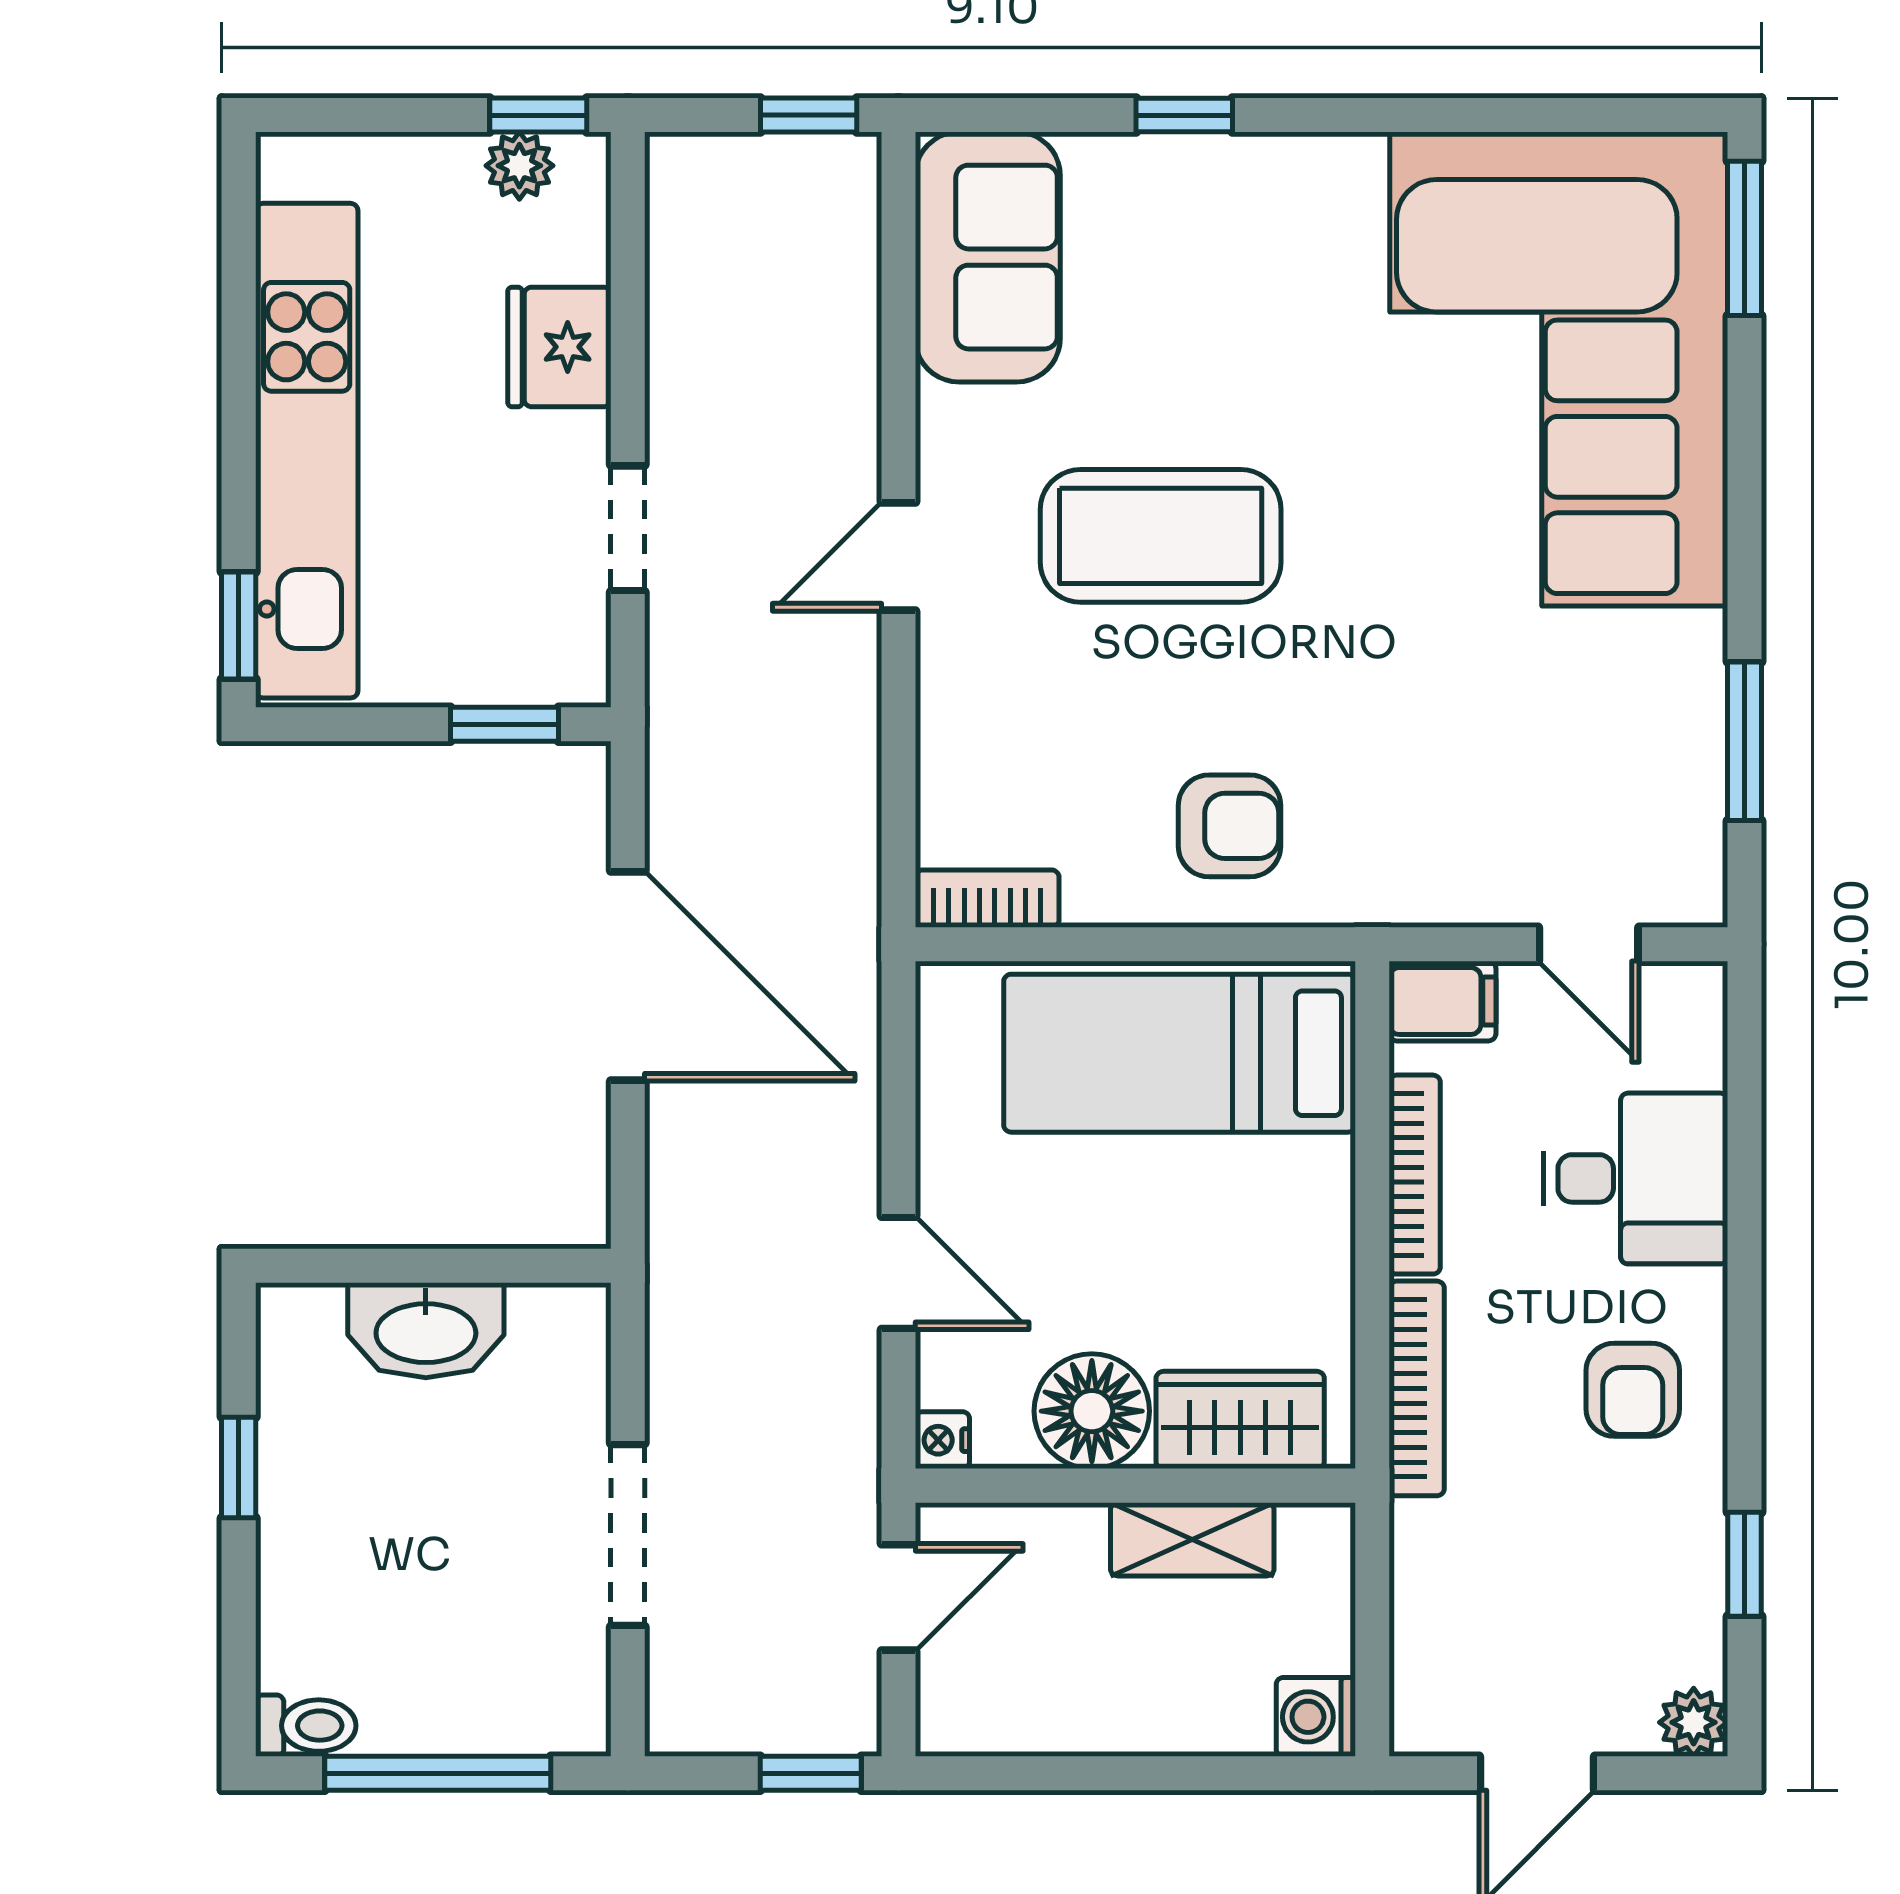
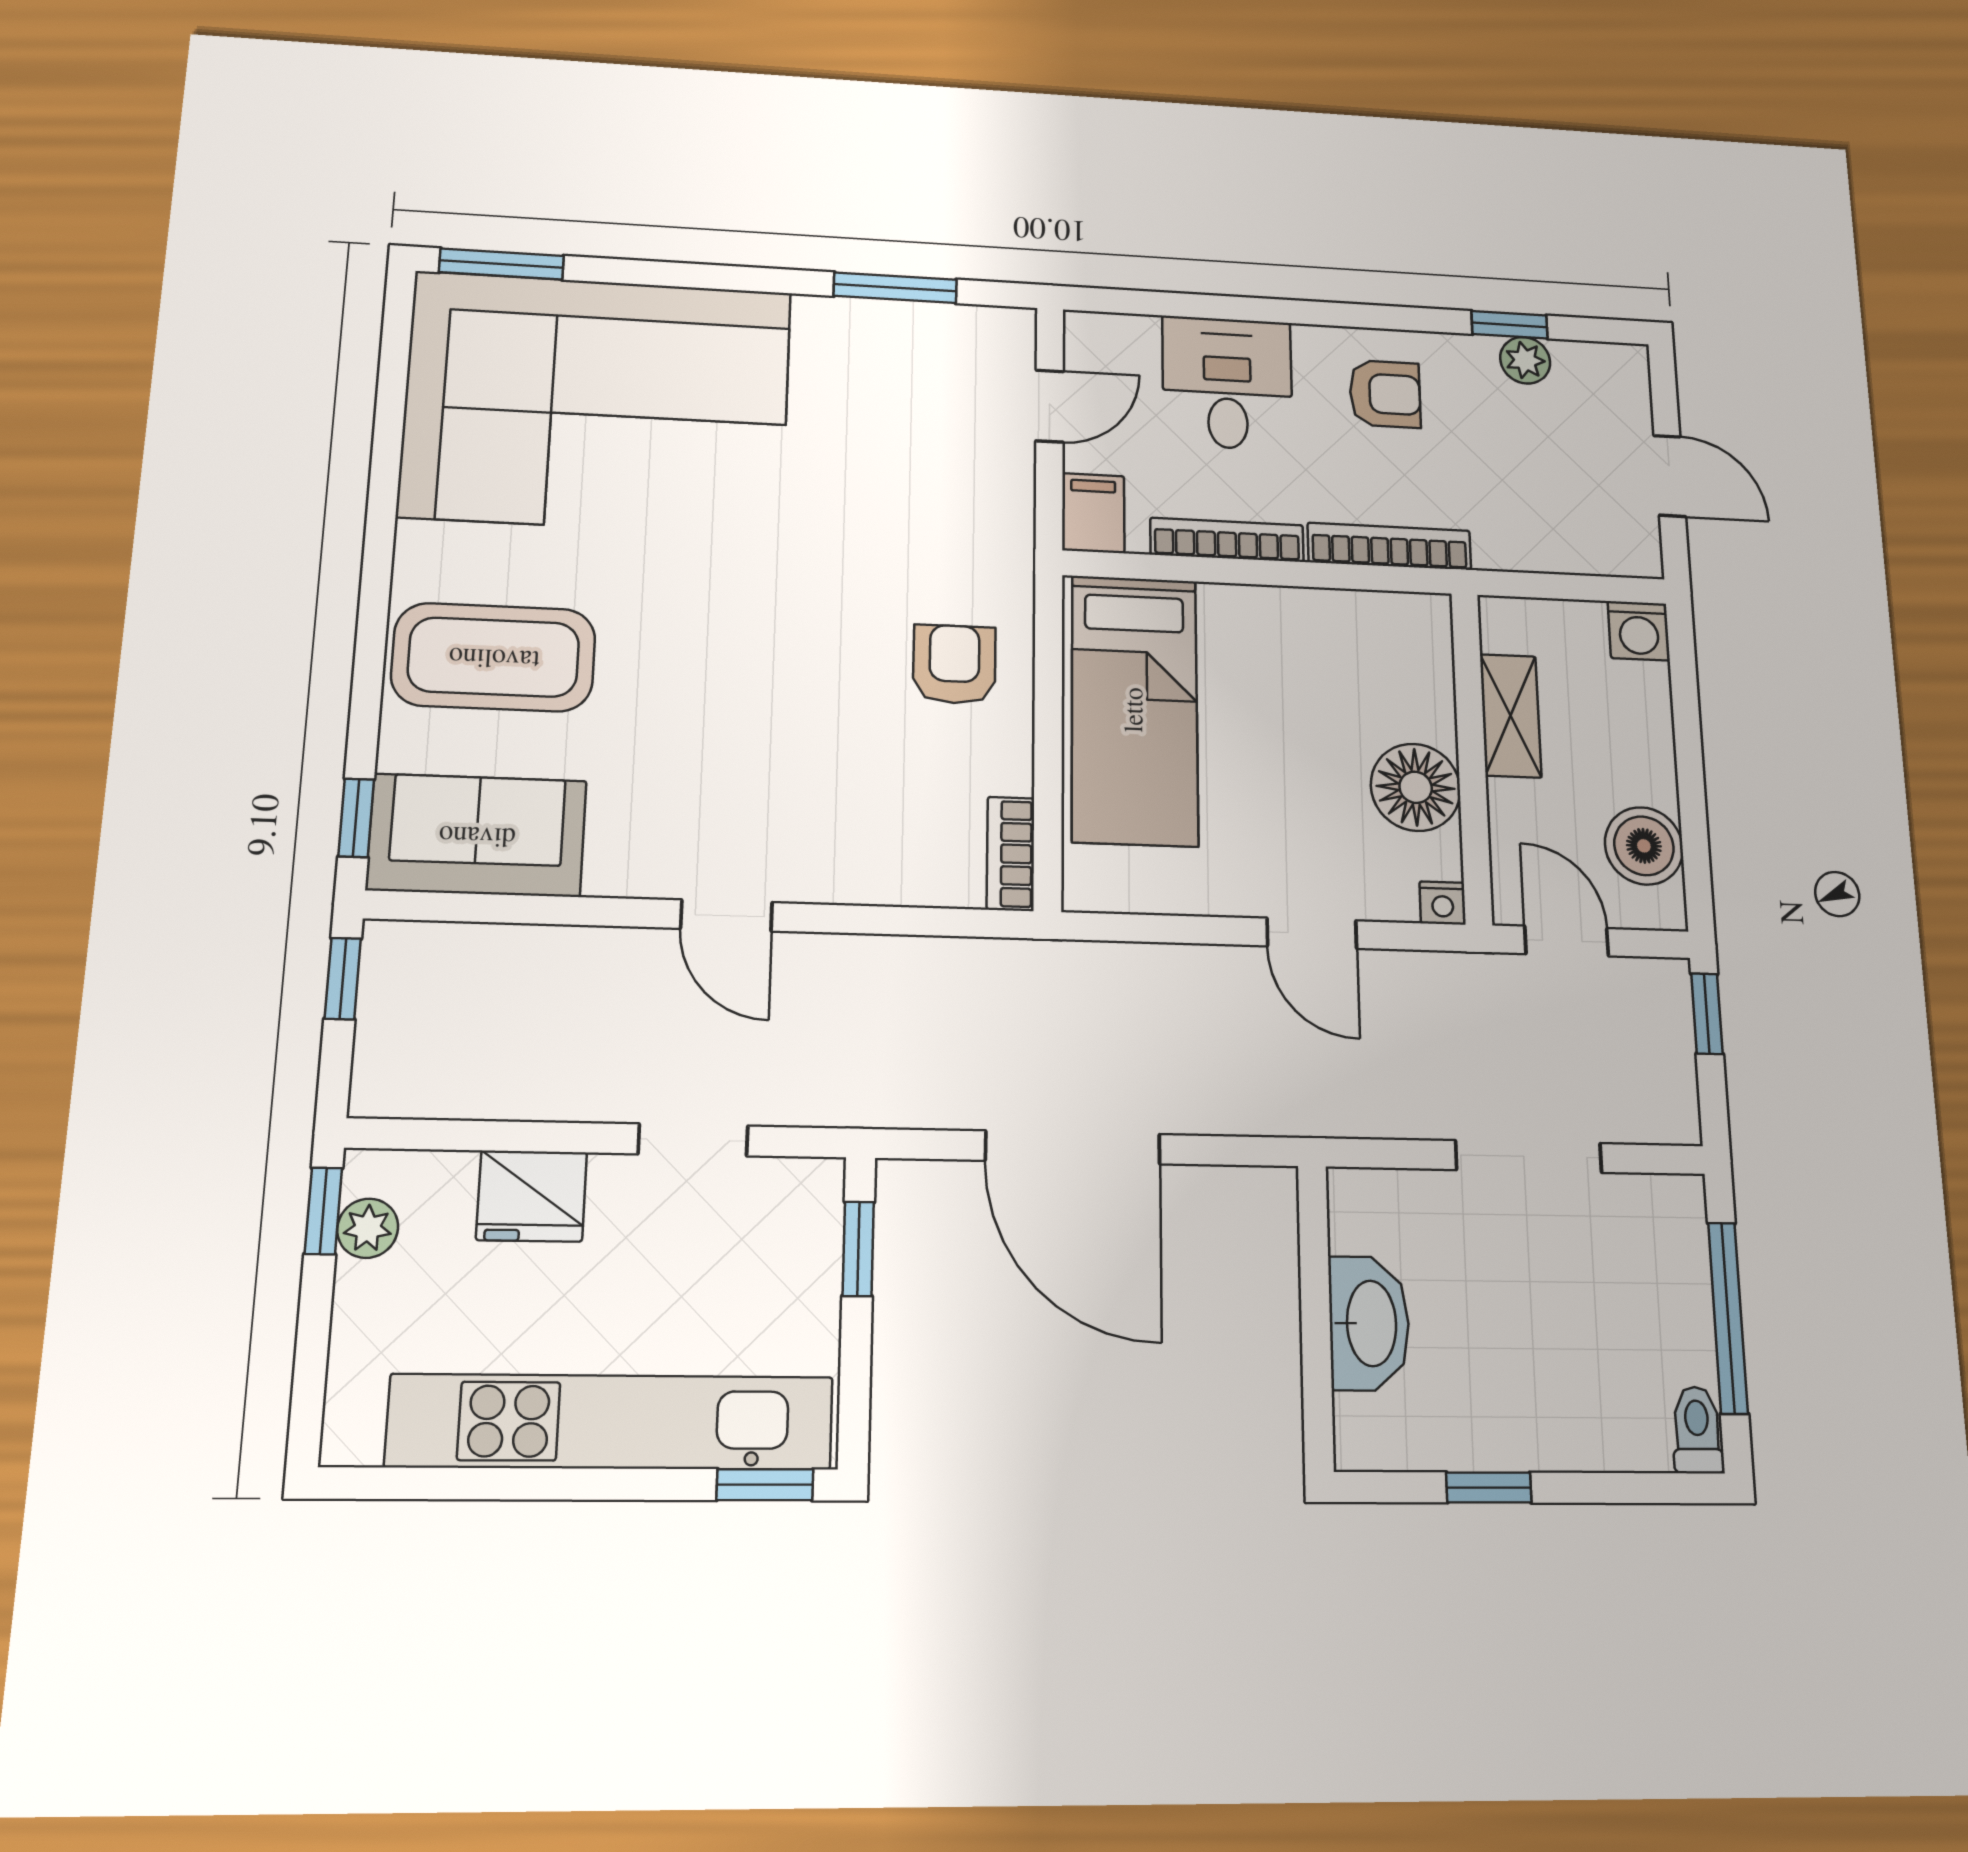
window: (1184, 115) -> (356, 818), moved
coffee table: (1161, 536) -> (494, 657), moved, turned 90
door: (628, 976) -> (1073, 1147), swing flipped
door: (899, 1273) -> (1312, 933), swing flipped
wardrobe: (1240, 1420) -> (1418, 676), removed
boiler: (1026, 1705) -> (1644, 846), added
plant: (1694, 1722) -> (1525, 360), moved

